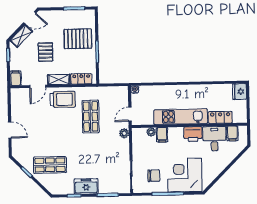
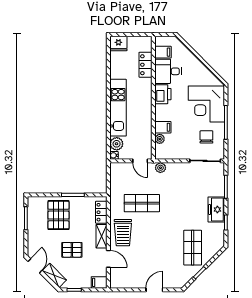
plant: (146, 92) -> (117, 144), added
trolley: (63, 99) -> (123, 233), turned 180
kitchen unit: (181, 117) -> (118, 108), moved, turned 180

